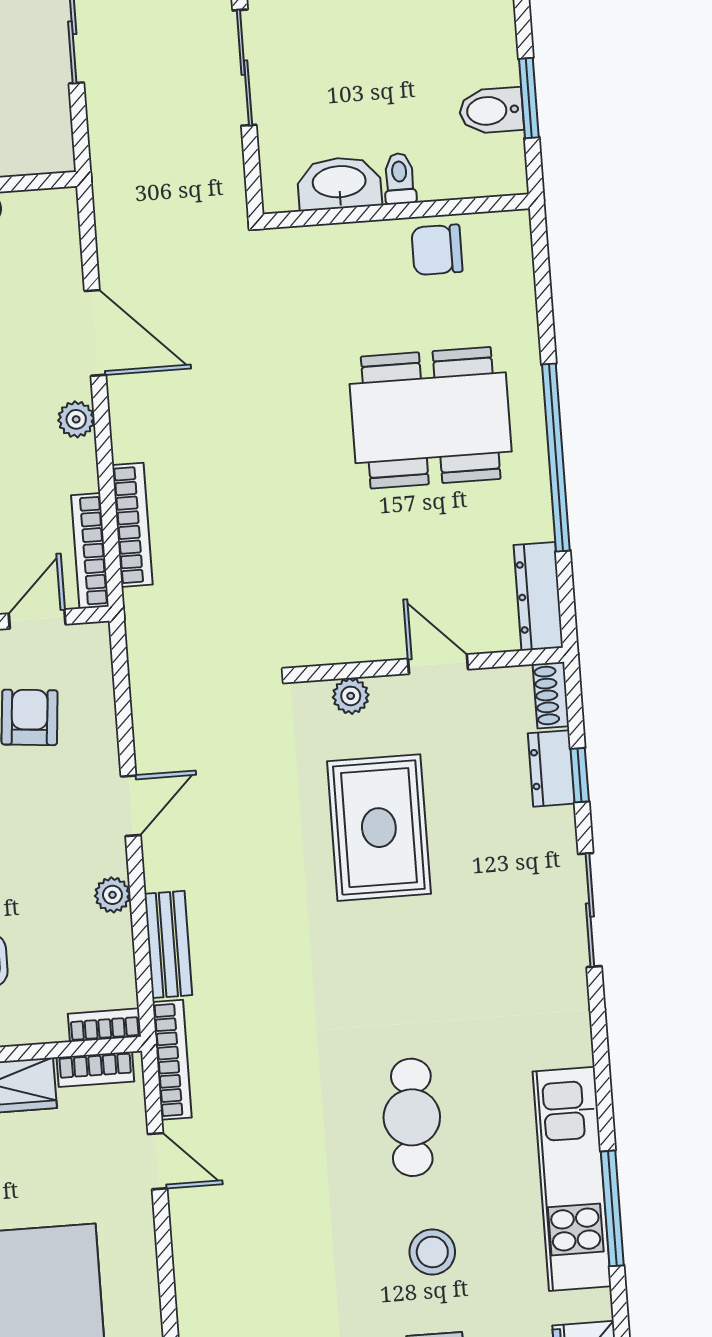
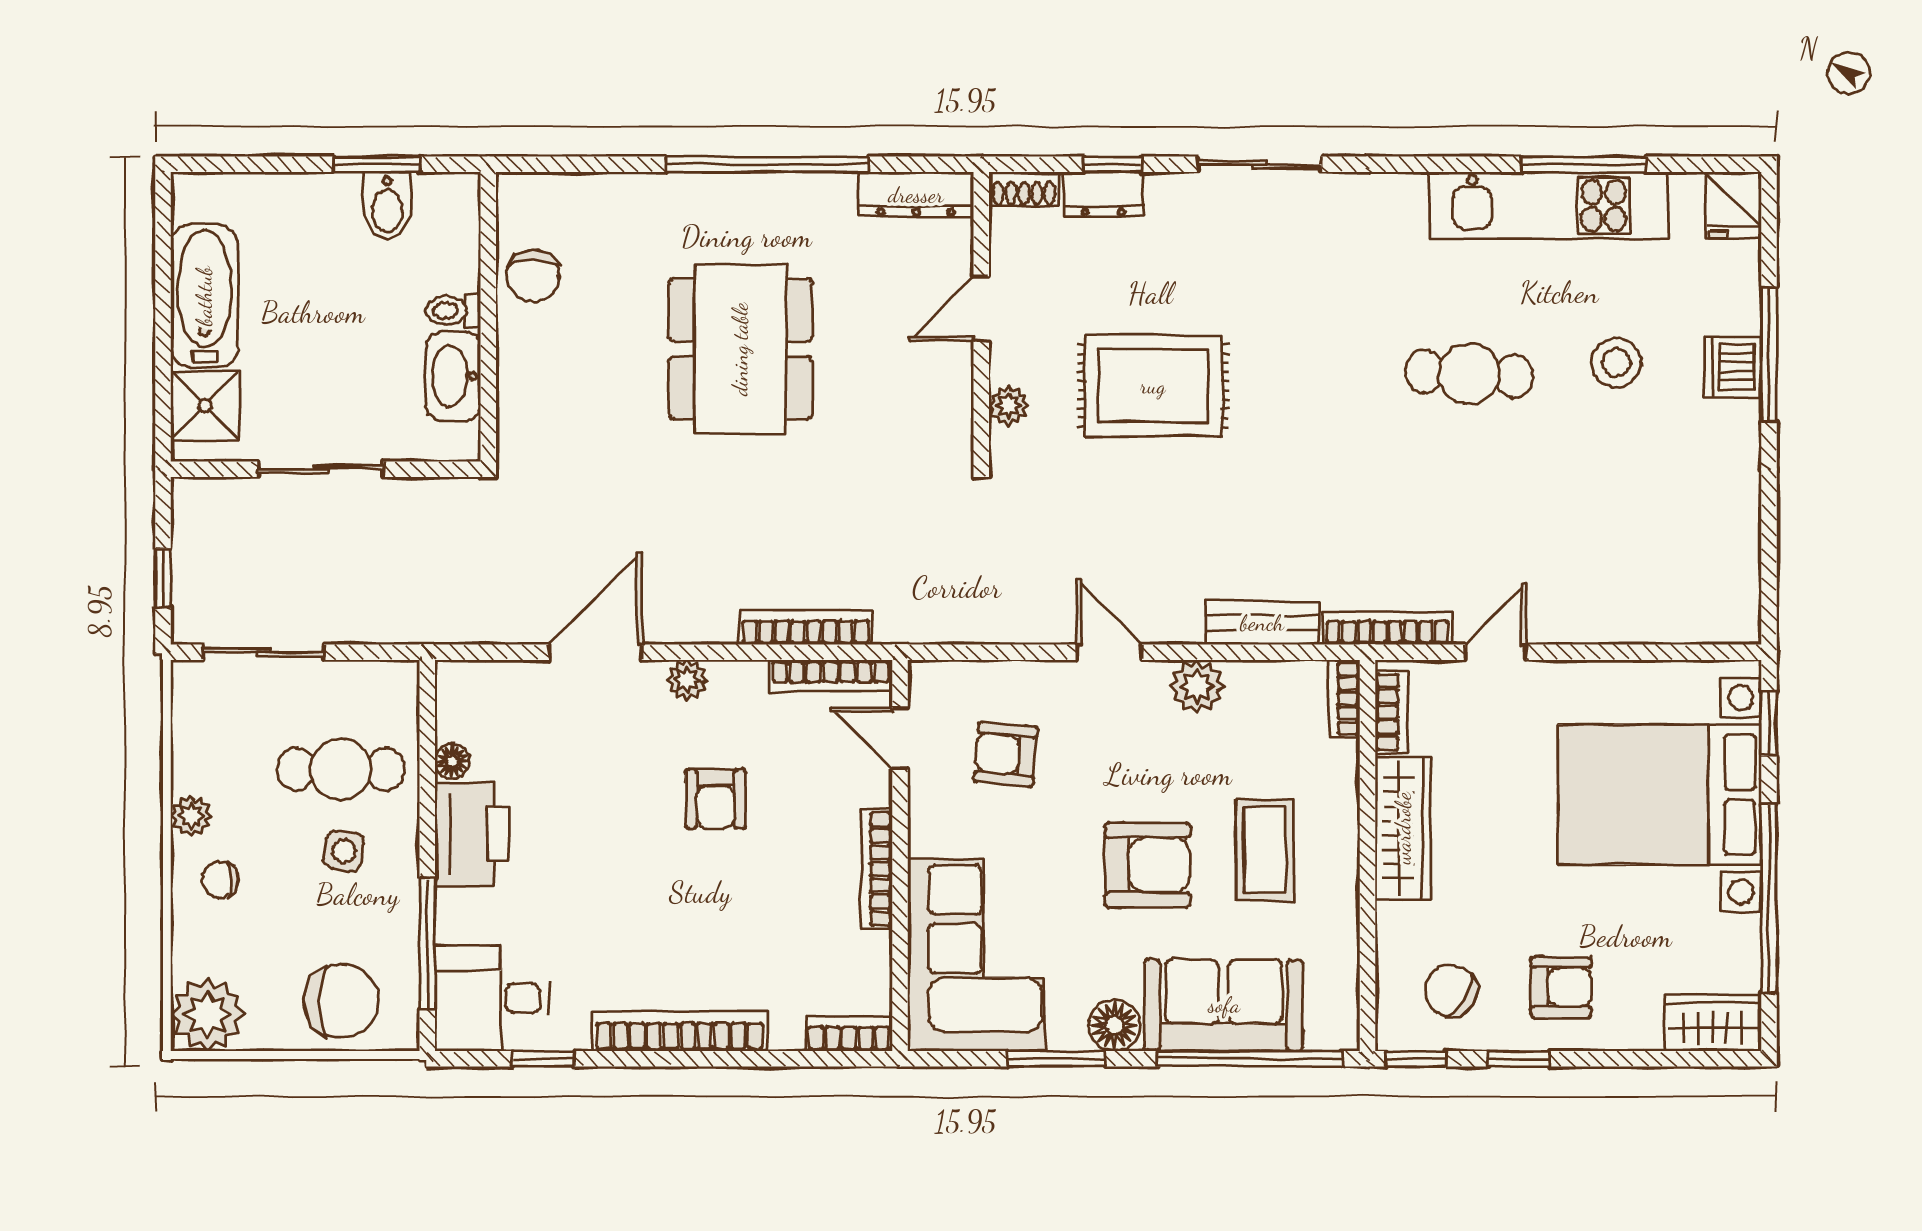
dining table: (431, 418) -> (740, 349), moved
plant: (112, 895) -> (1197, 686), width x1.38, depth x1.38

